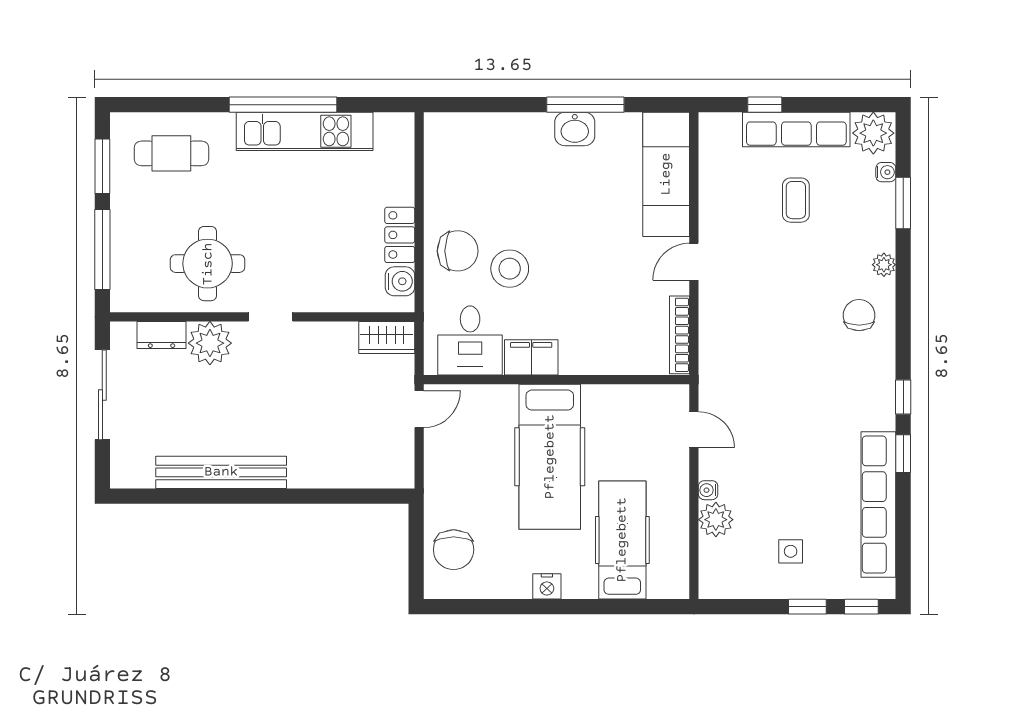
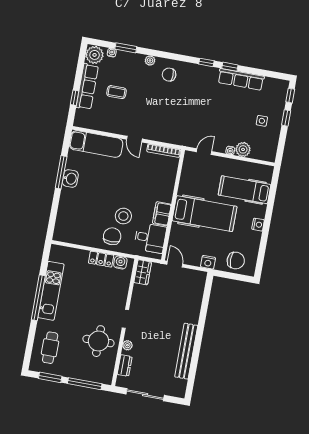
plant: (210, 343) -> (127, 345), width x0.53, depth x0.53
nightstand: (438, 486) -> (208, 262), added
row of seats: (878, 504) -> (241, 79), width x0.73

